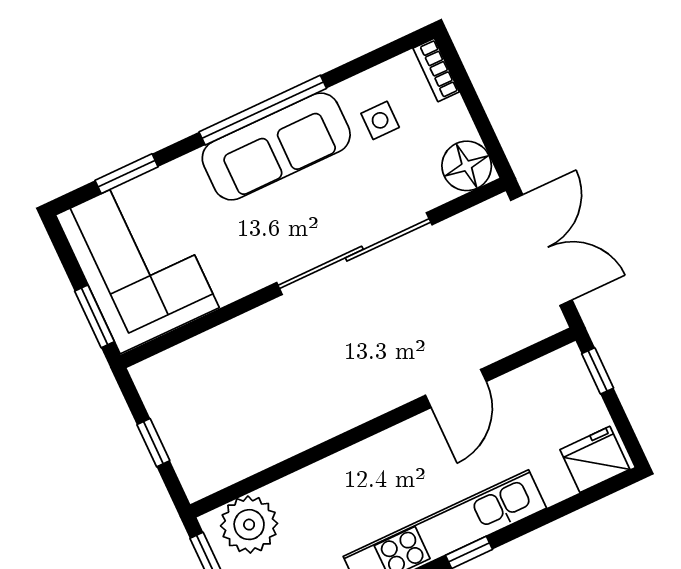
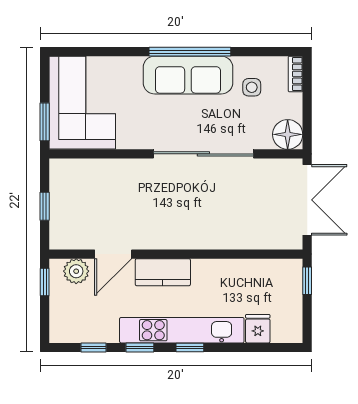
window: (127, 174) -> (99, 52), removed
door: (456, 388) -> (113, 254), moved
kitchen counter: (376, 459) -> (163, 272), added
fridge: (595, 459) -> (258, 329), moved, width x0.72
plant: (249, 525) -> (76, 271), width x0.73, depth x0.73

